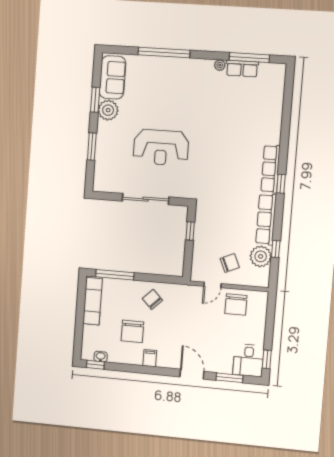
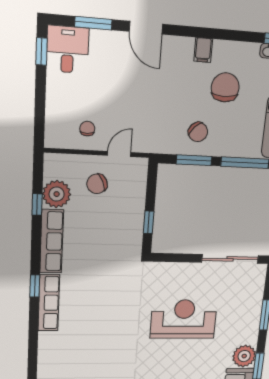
sliding door: (146, 199) -> (230, 259), moved
window: (155, 278) -> (194, 160), added
chair: (236, 304) -> (87, 129), width x0.54, depth x0.54

